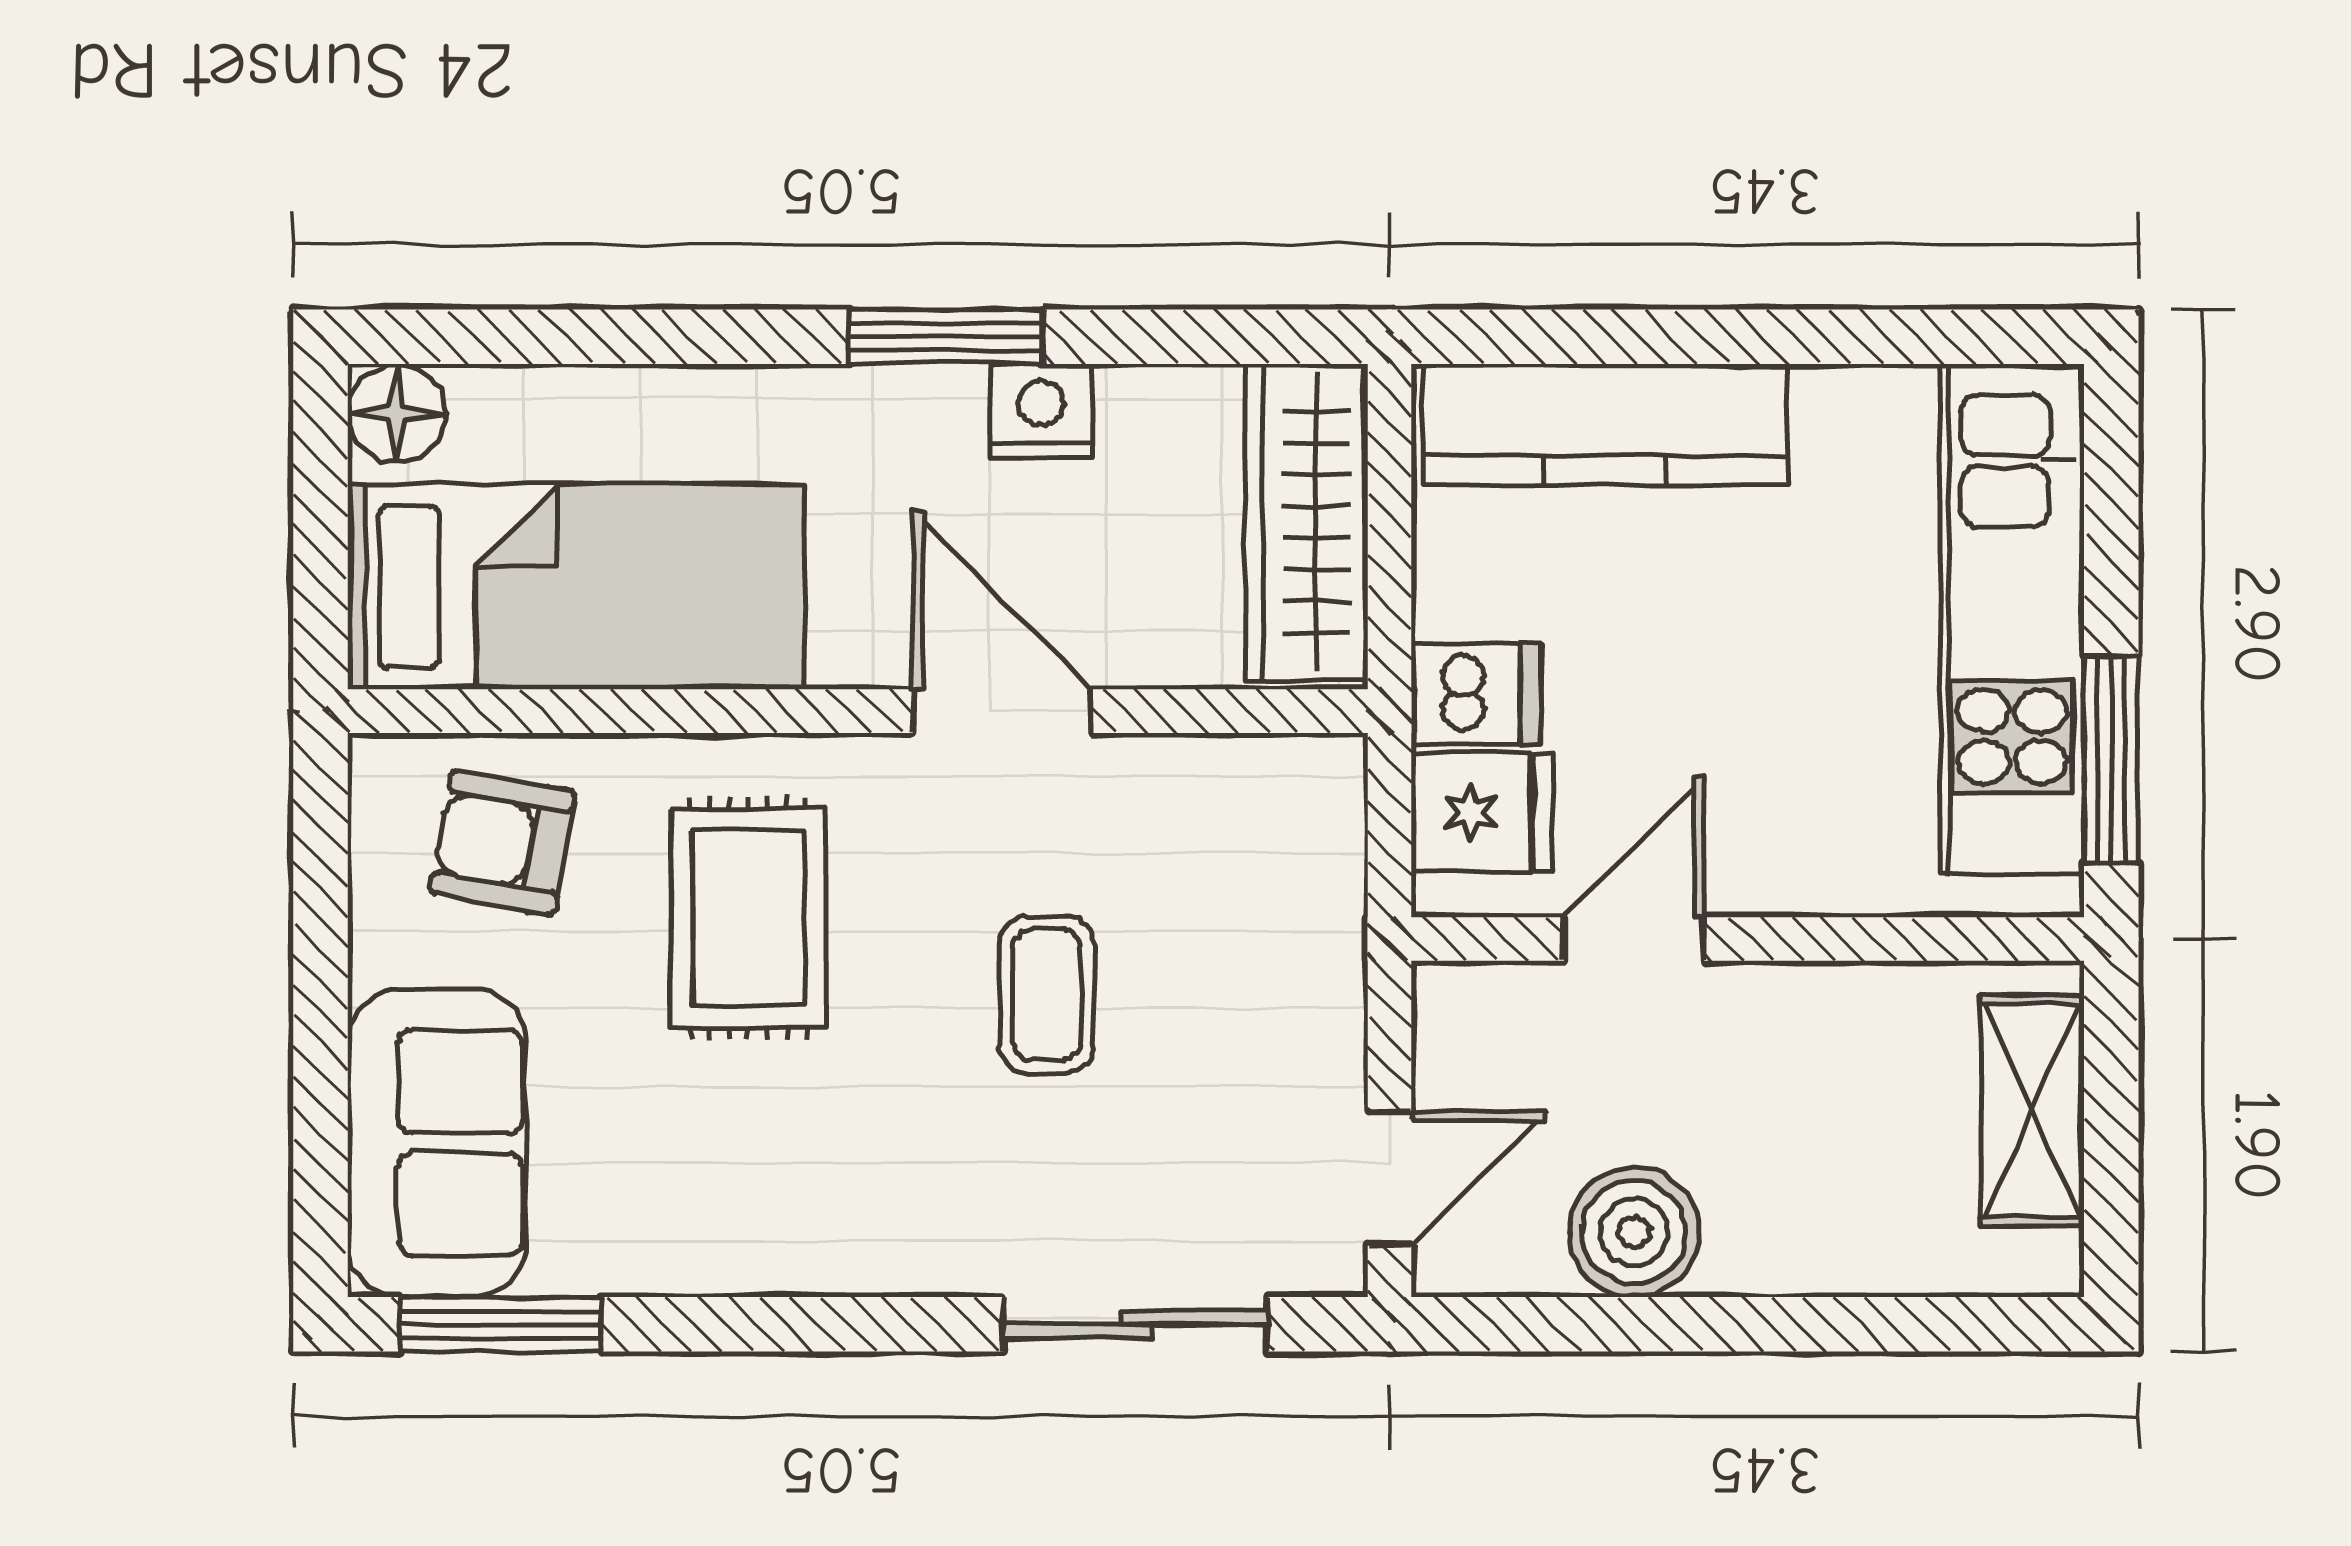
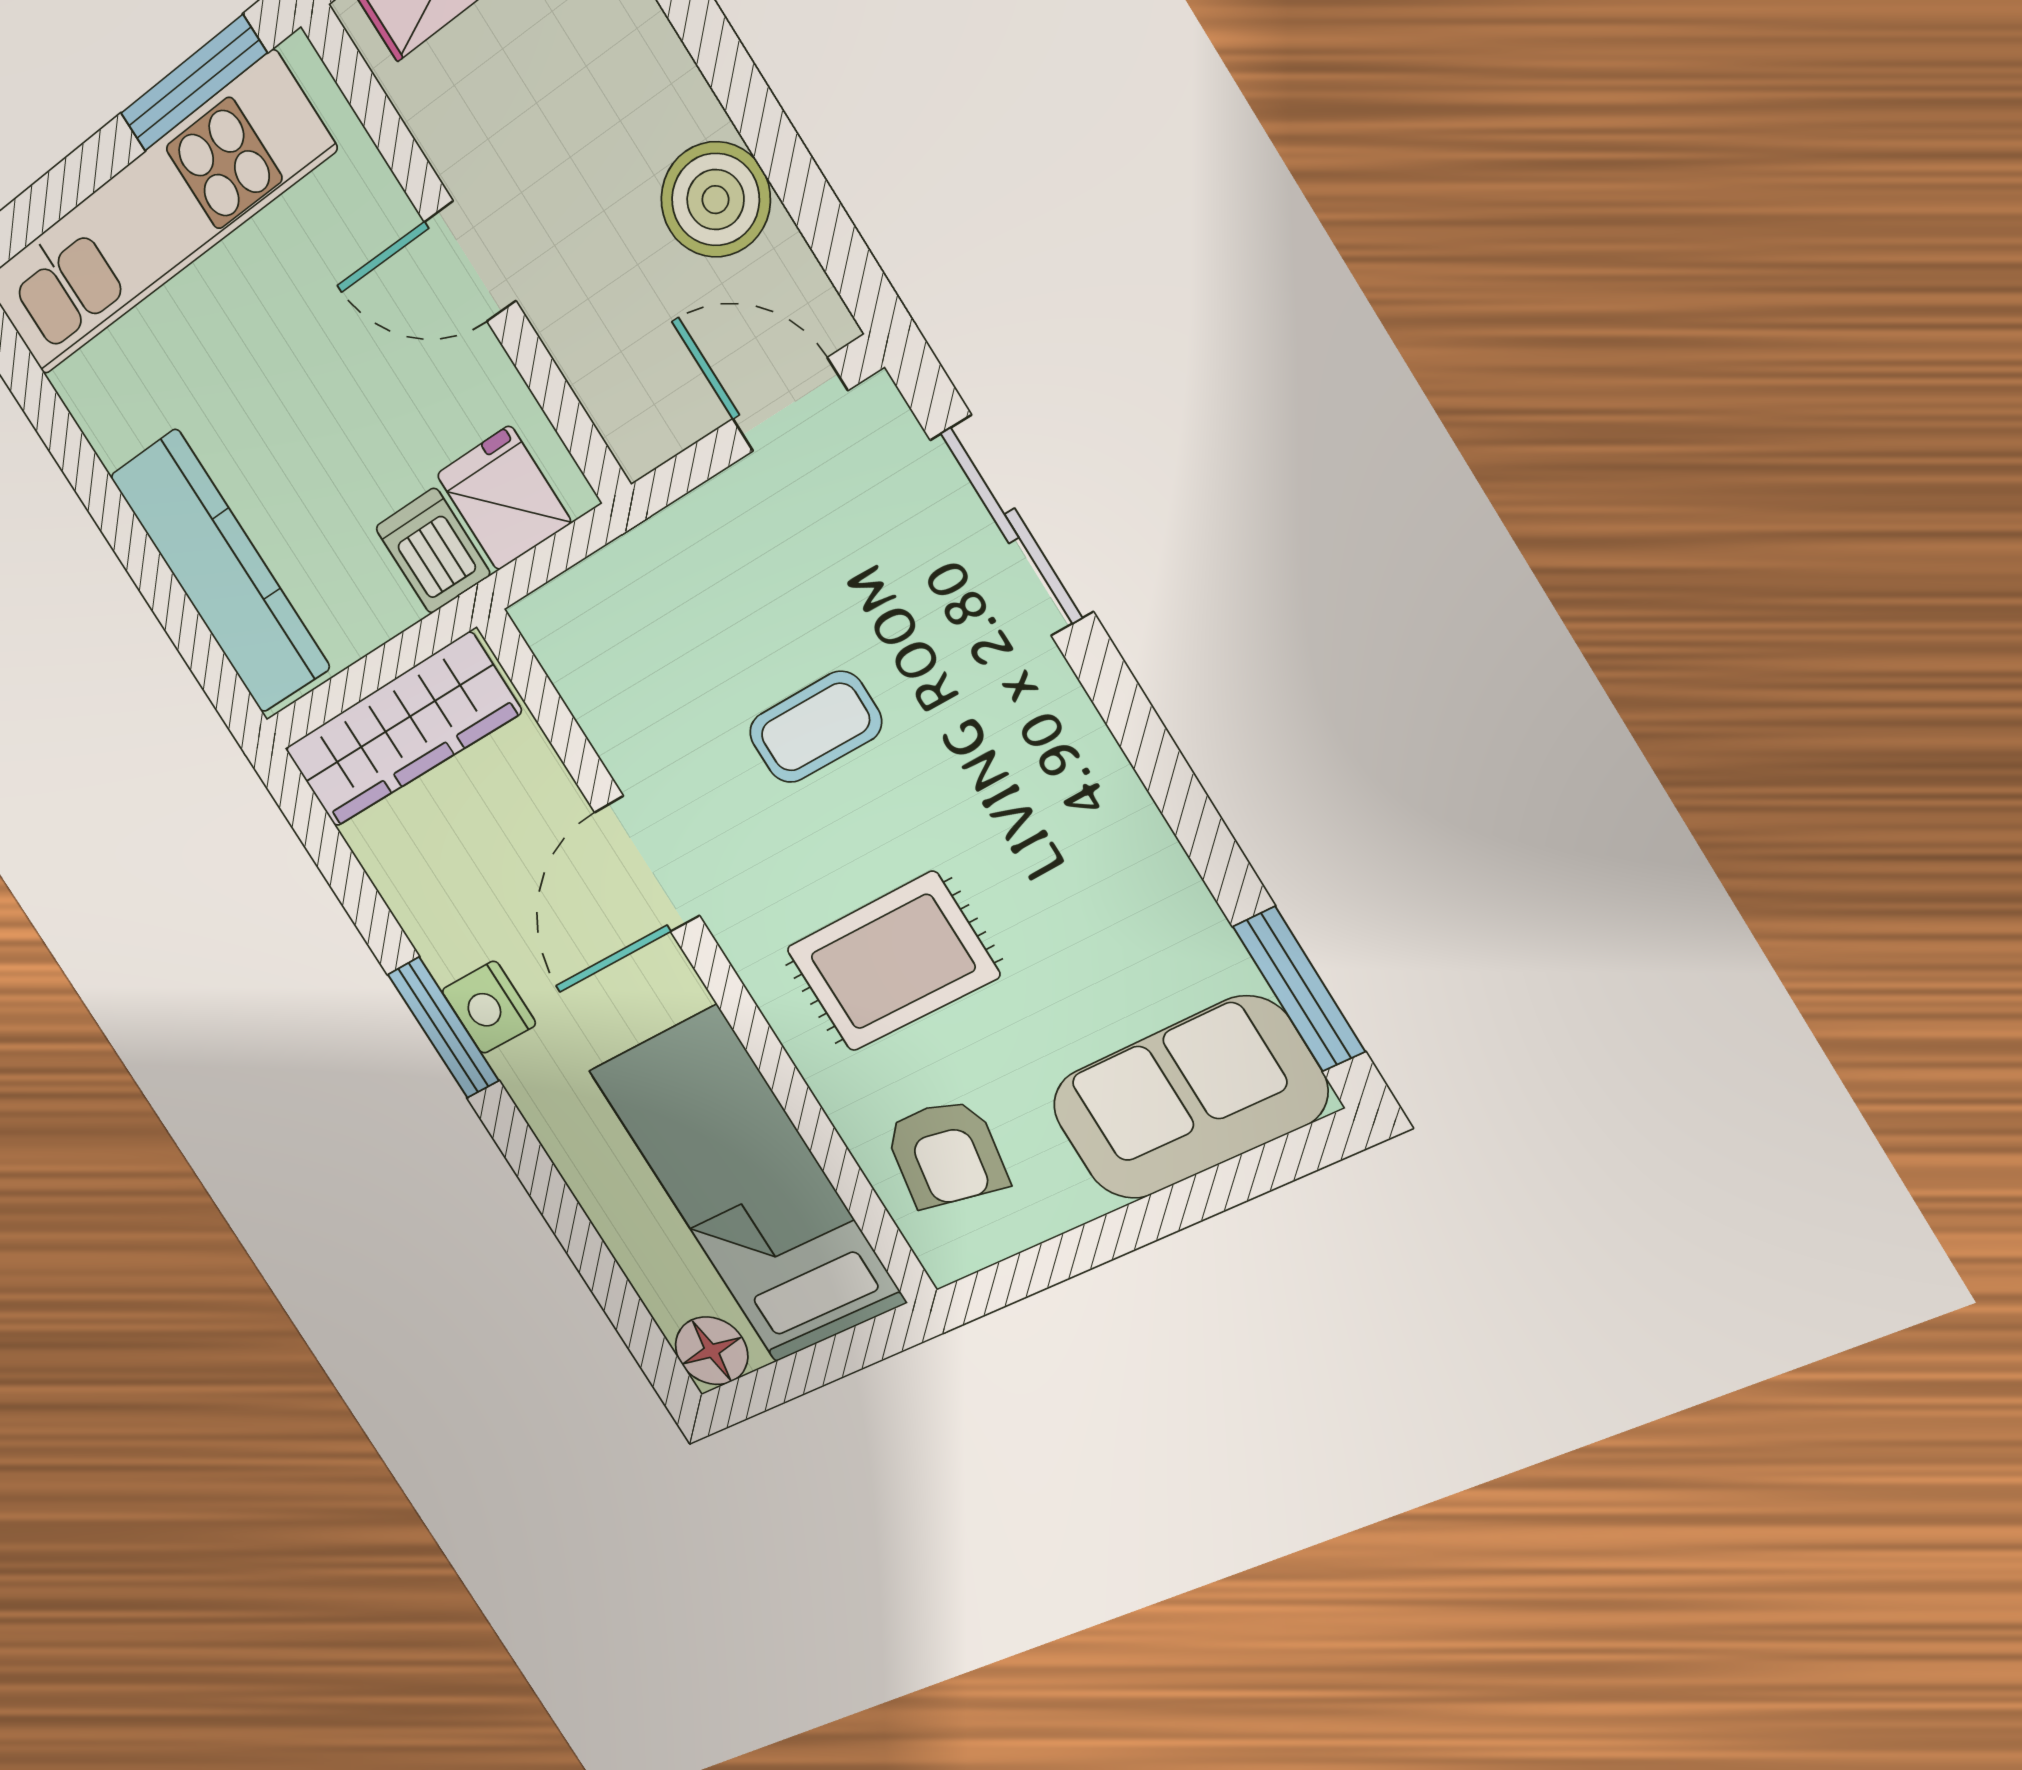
nightstand: (1041, 411) -> (489, 1007), moved
door: (1634, 939) -> (470, 261), moved

